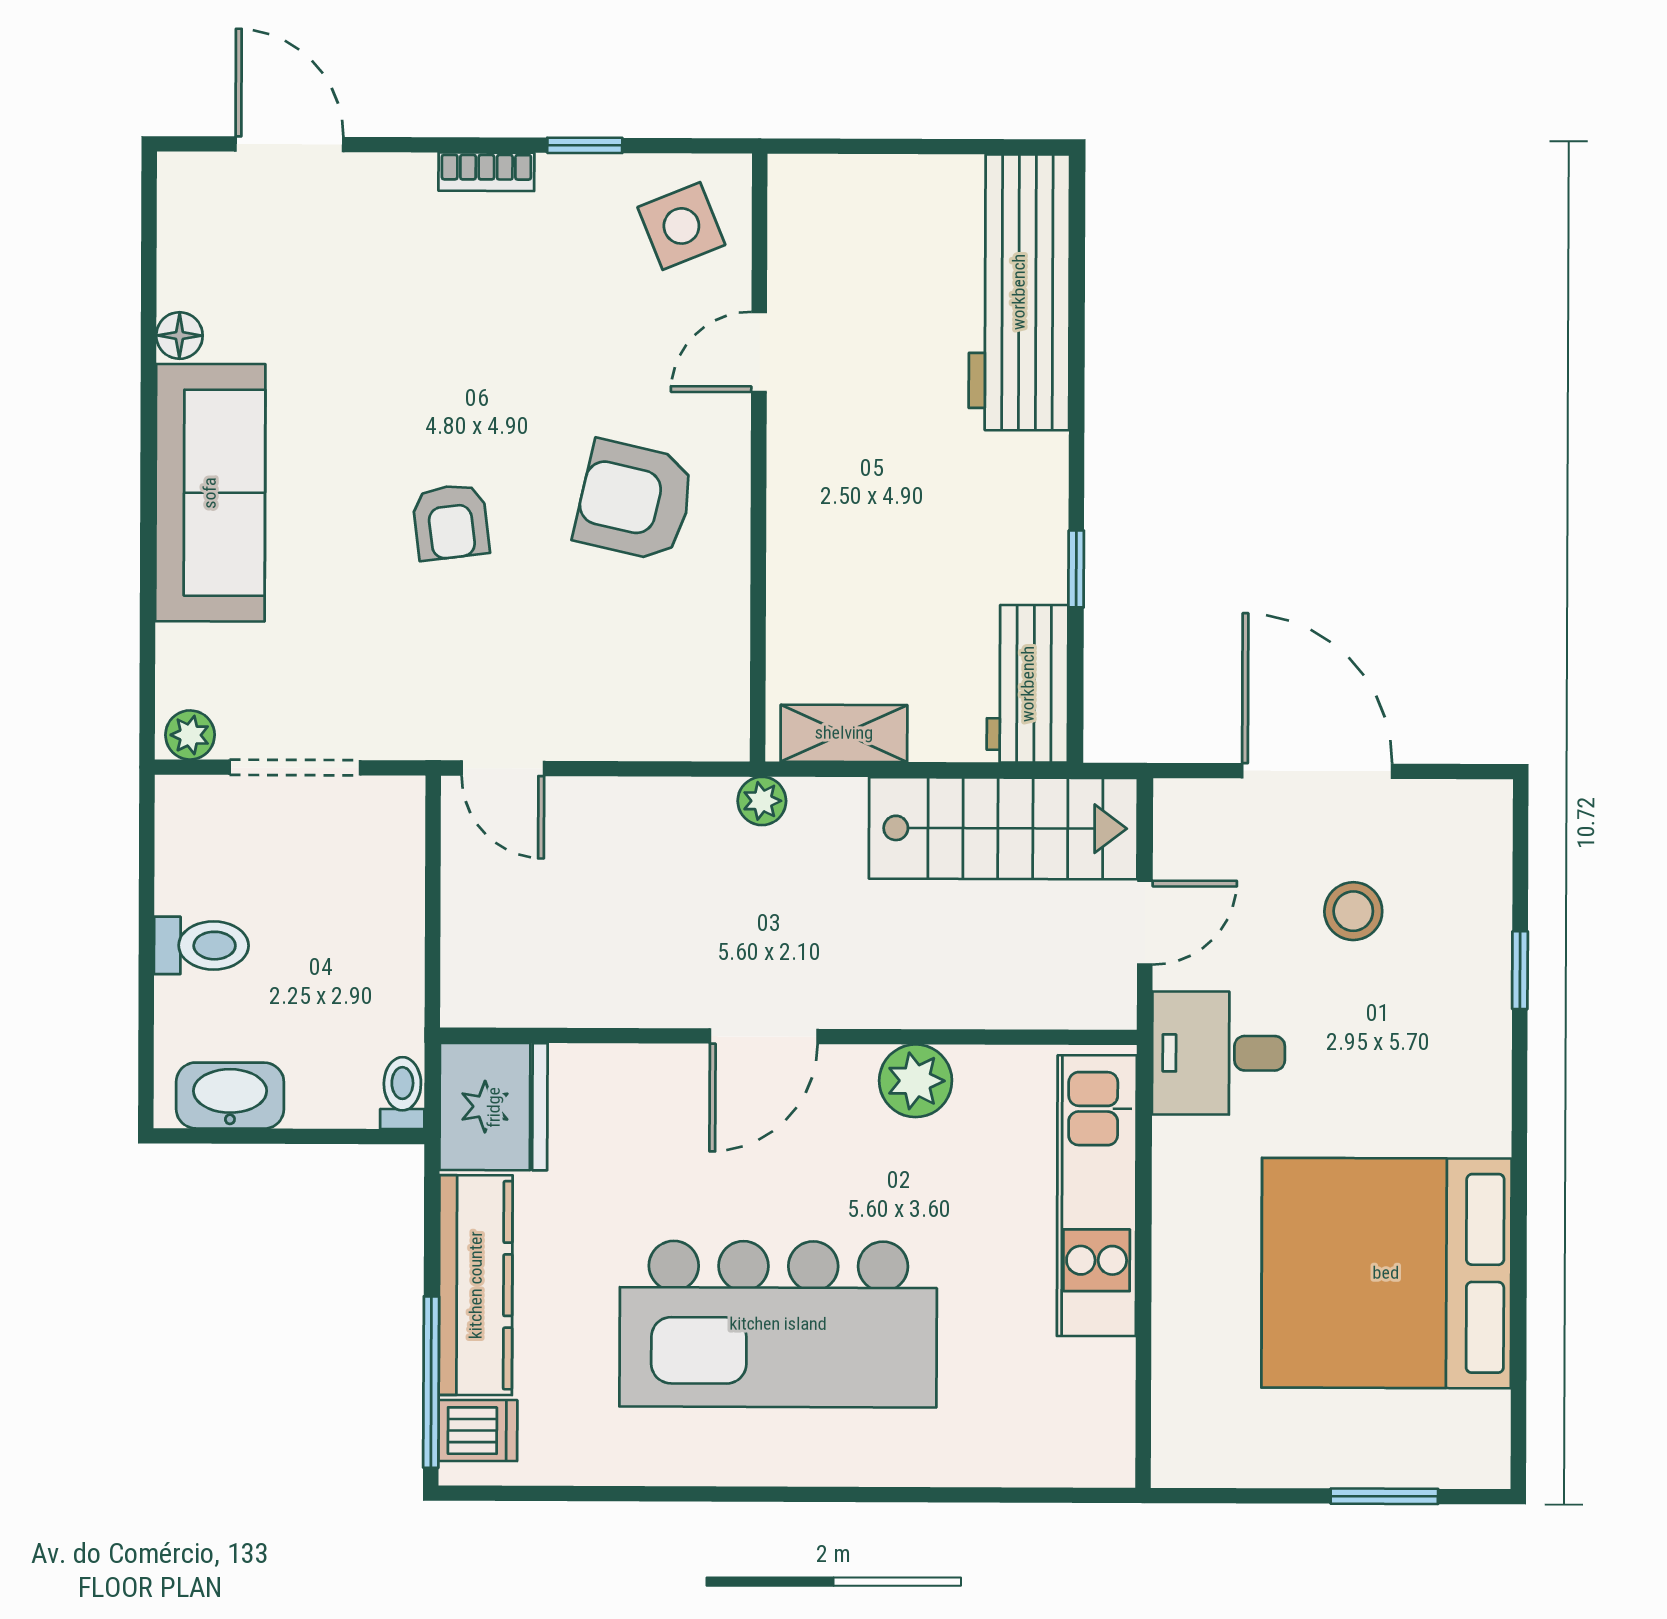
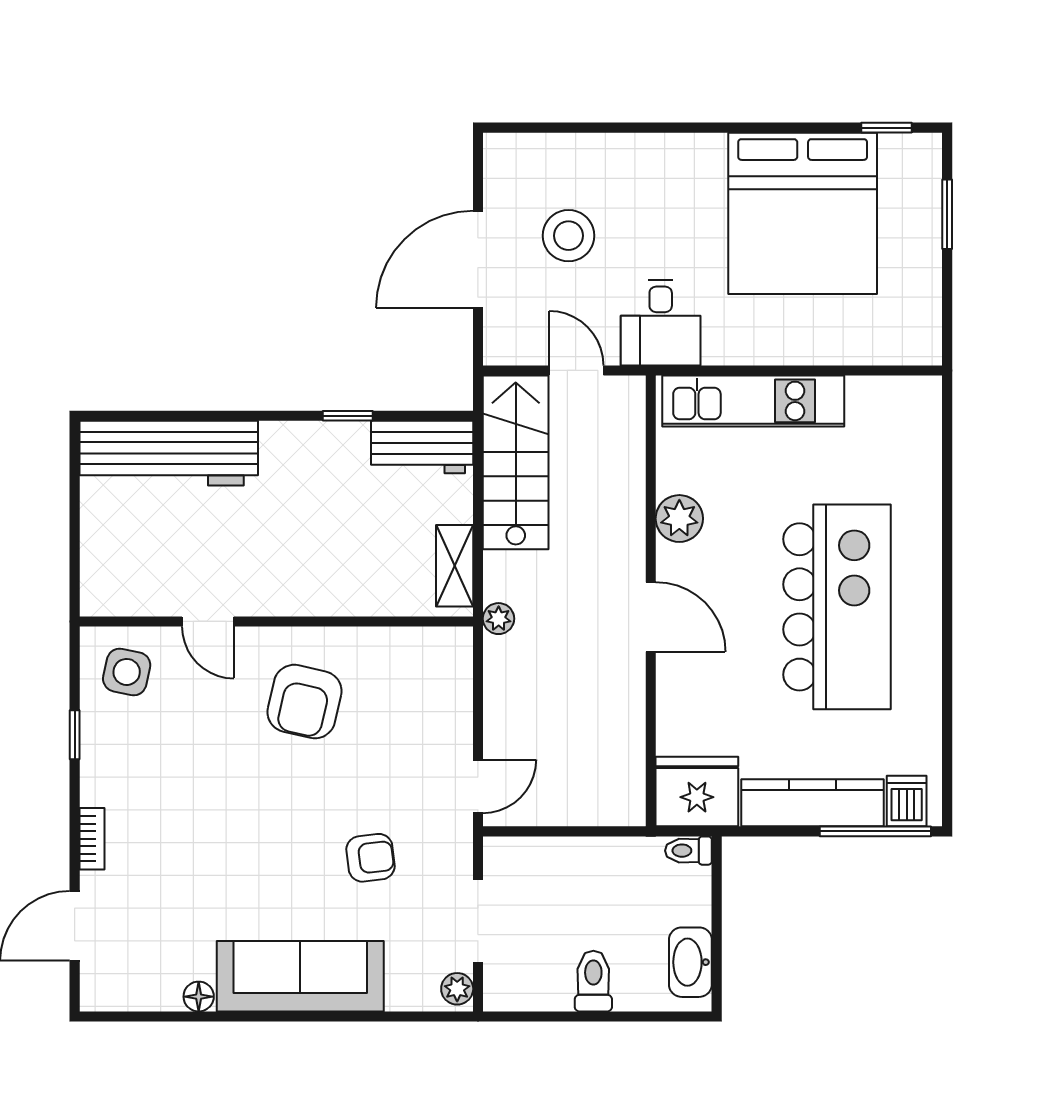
bookcase: (486, 172) -> (92, 839), moved
side table: (681, 226) -> (127, 672), turned 34
armchair: (451, 522) -> (371, 858), moved
stool: (1353, 911) -> (569, 236), width x1.38, depth x1.38
window: (1520, 970) -> (886, 128), moved

